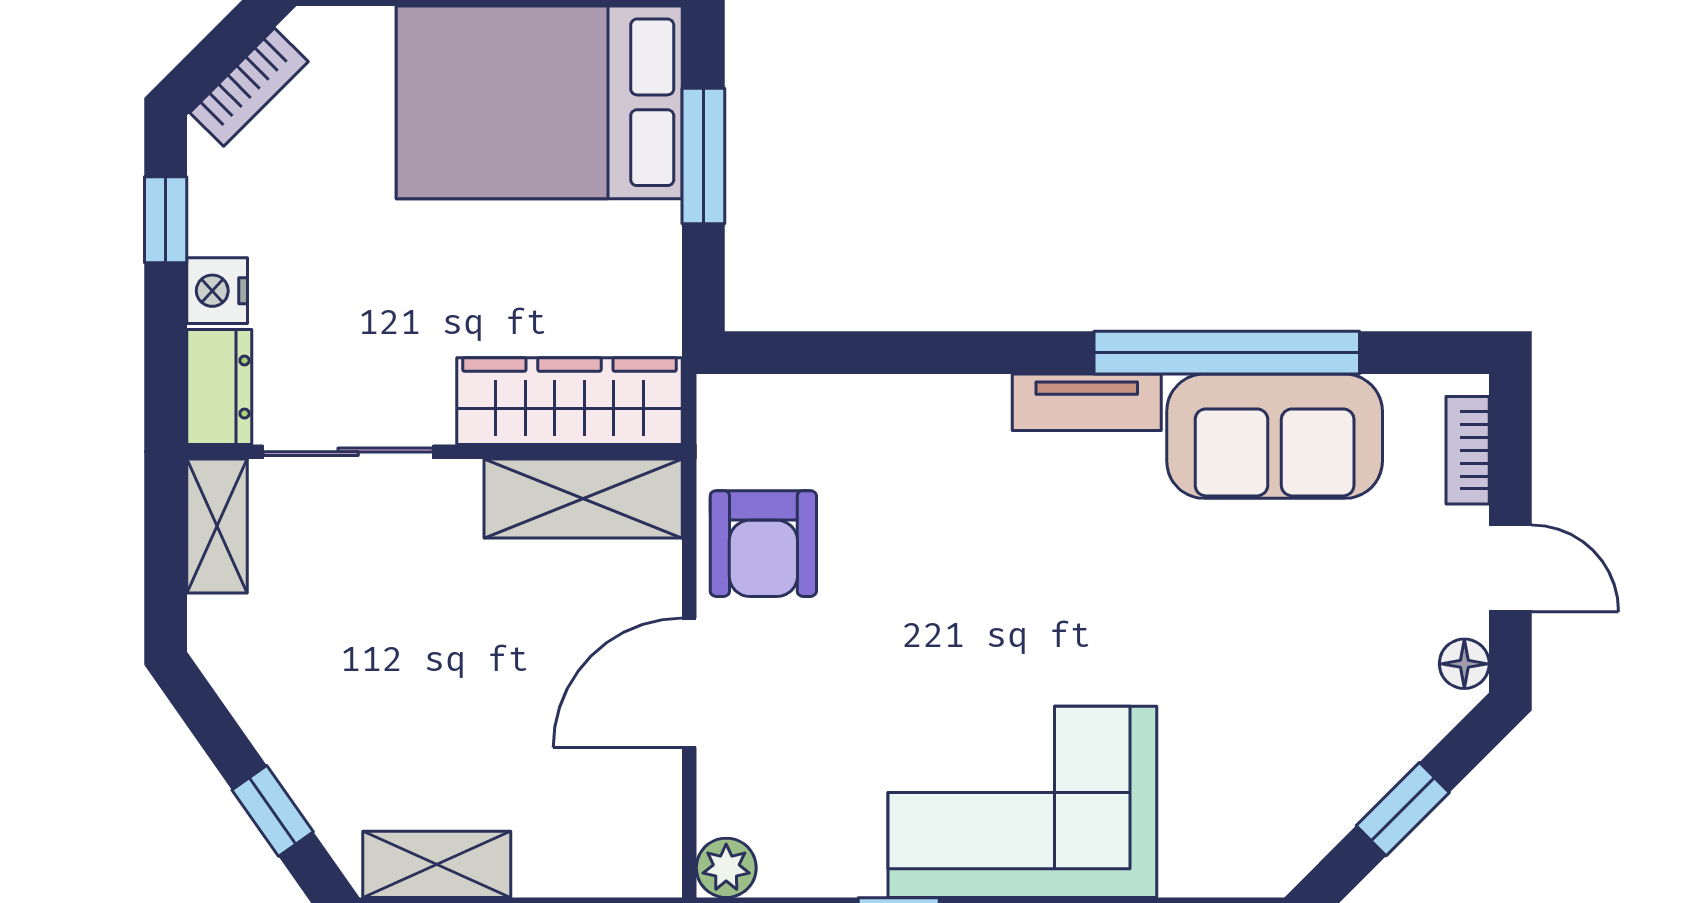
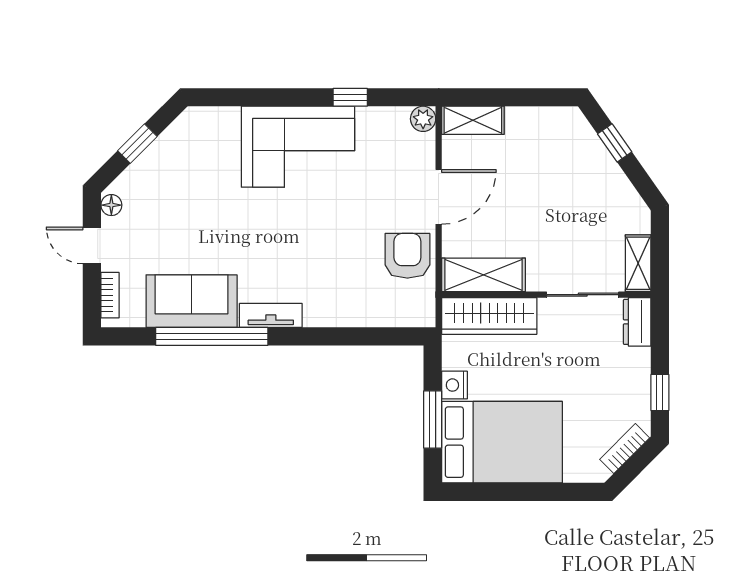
nightstand: (217, 291) -> (454, 385), moved, turned 180
shelving: (437, 864) -> (473, 120), moved

